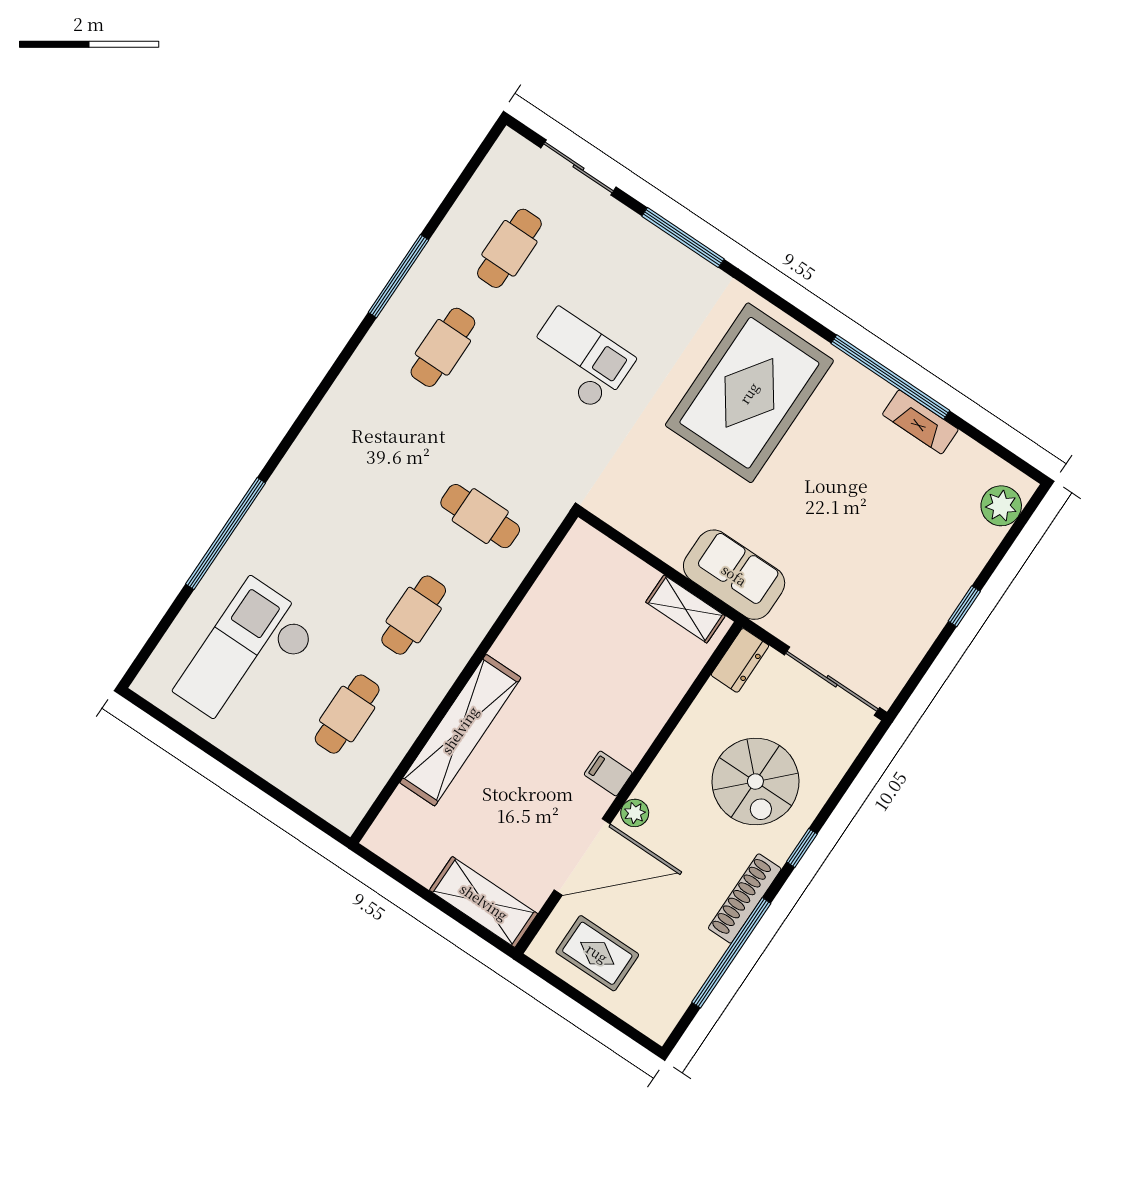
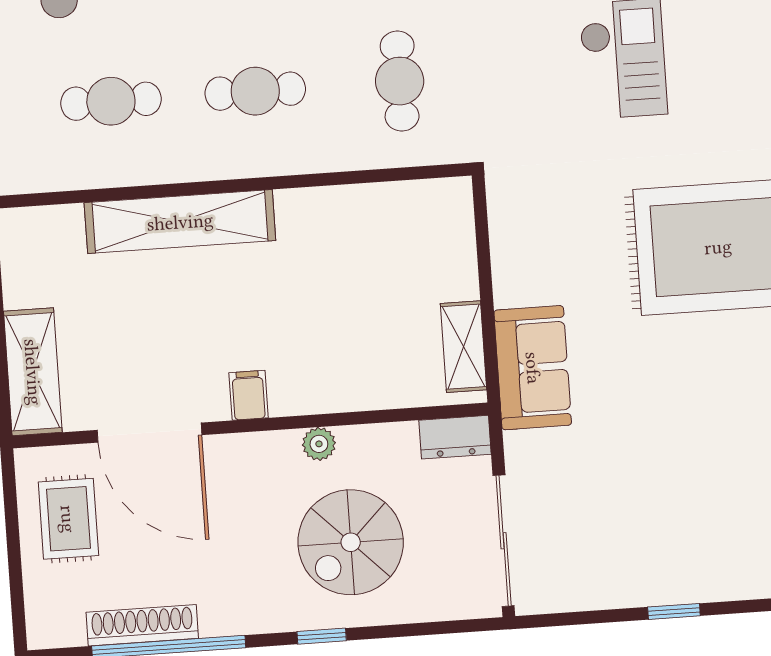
plant: (635, 813) -> (319, 444), moved
shoe rack: (745, 898) -> (142, 625), moved

